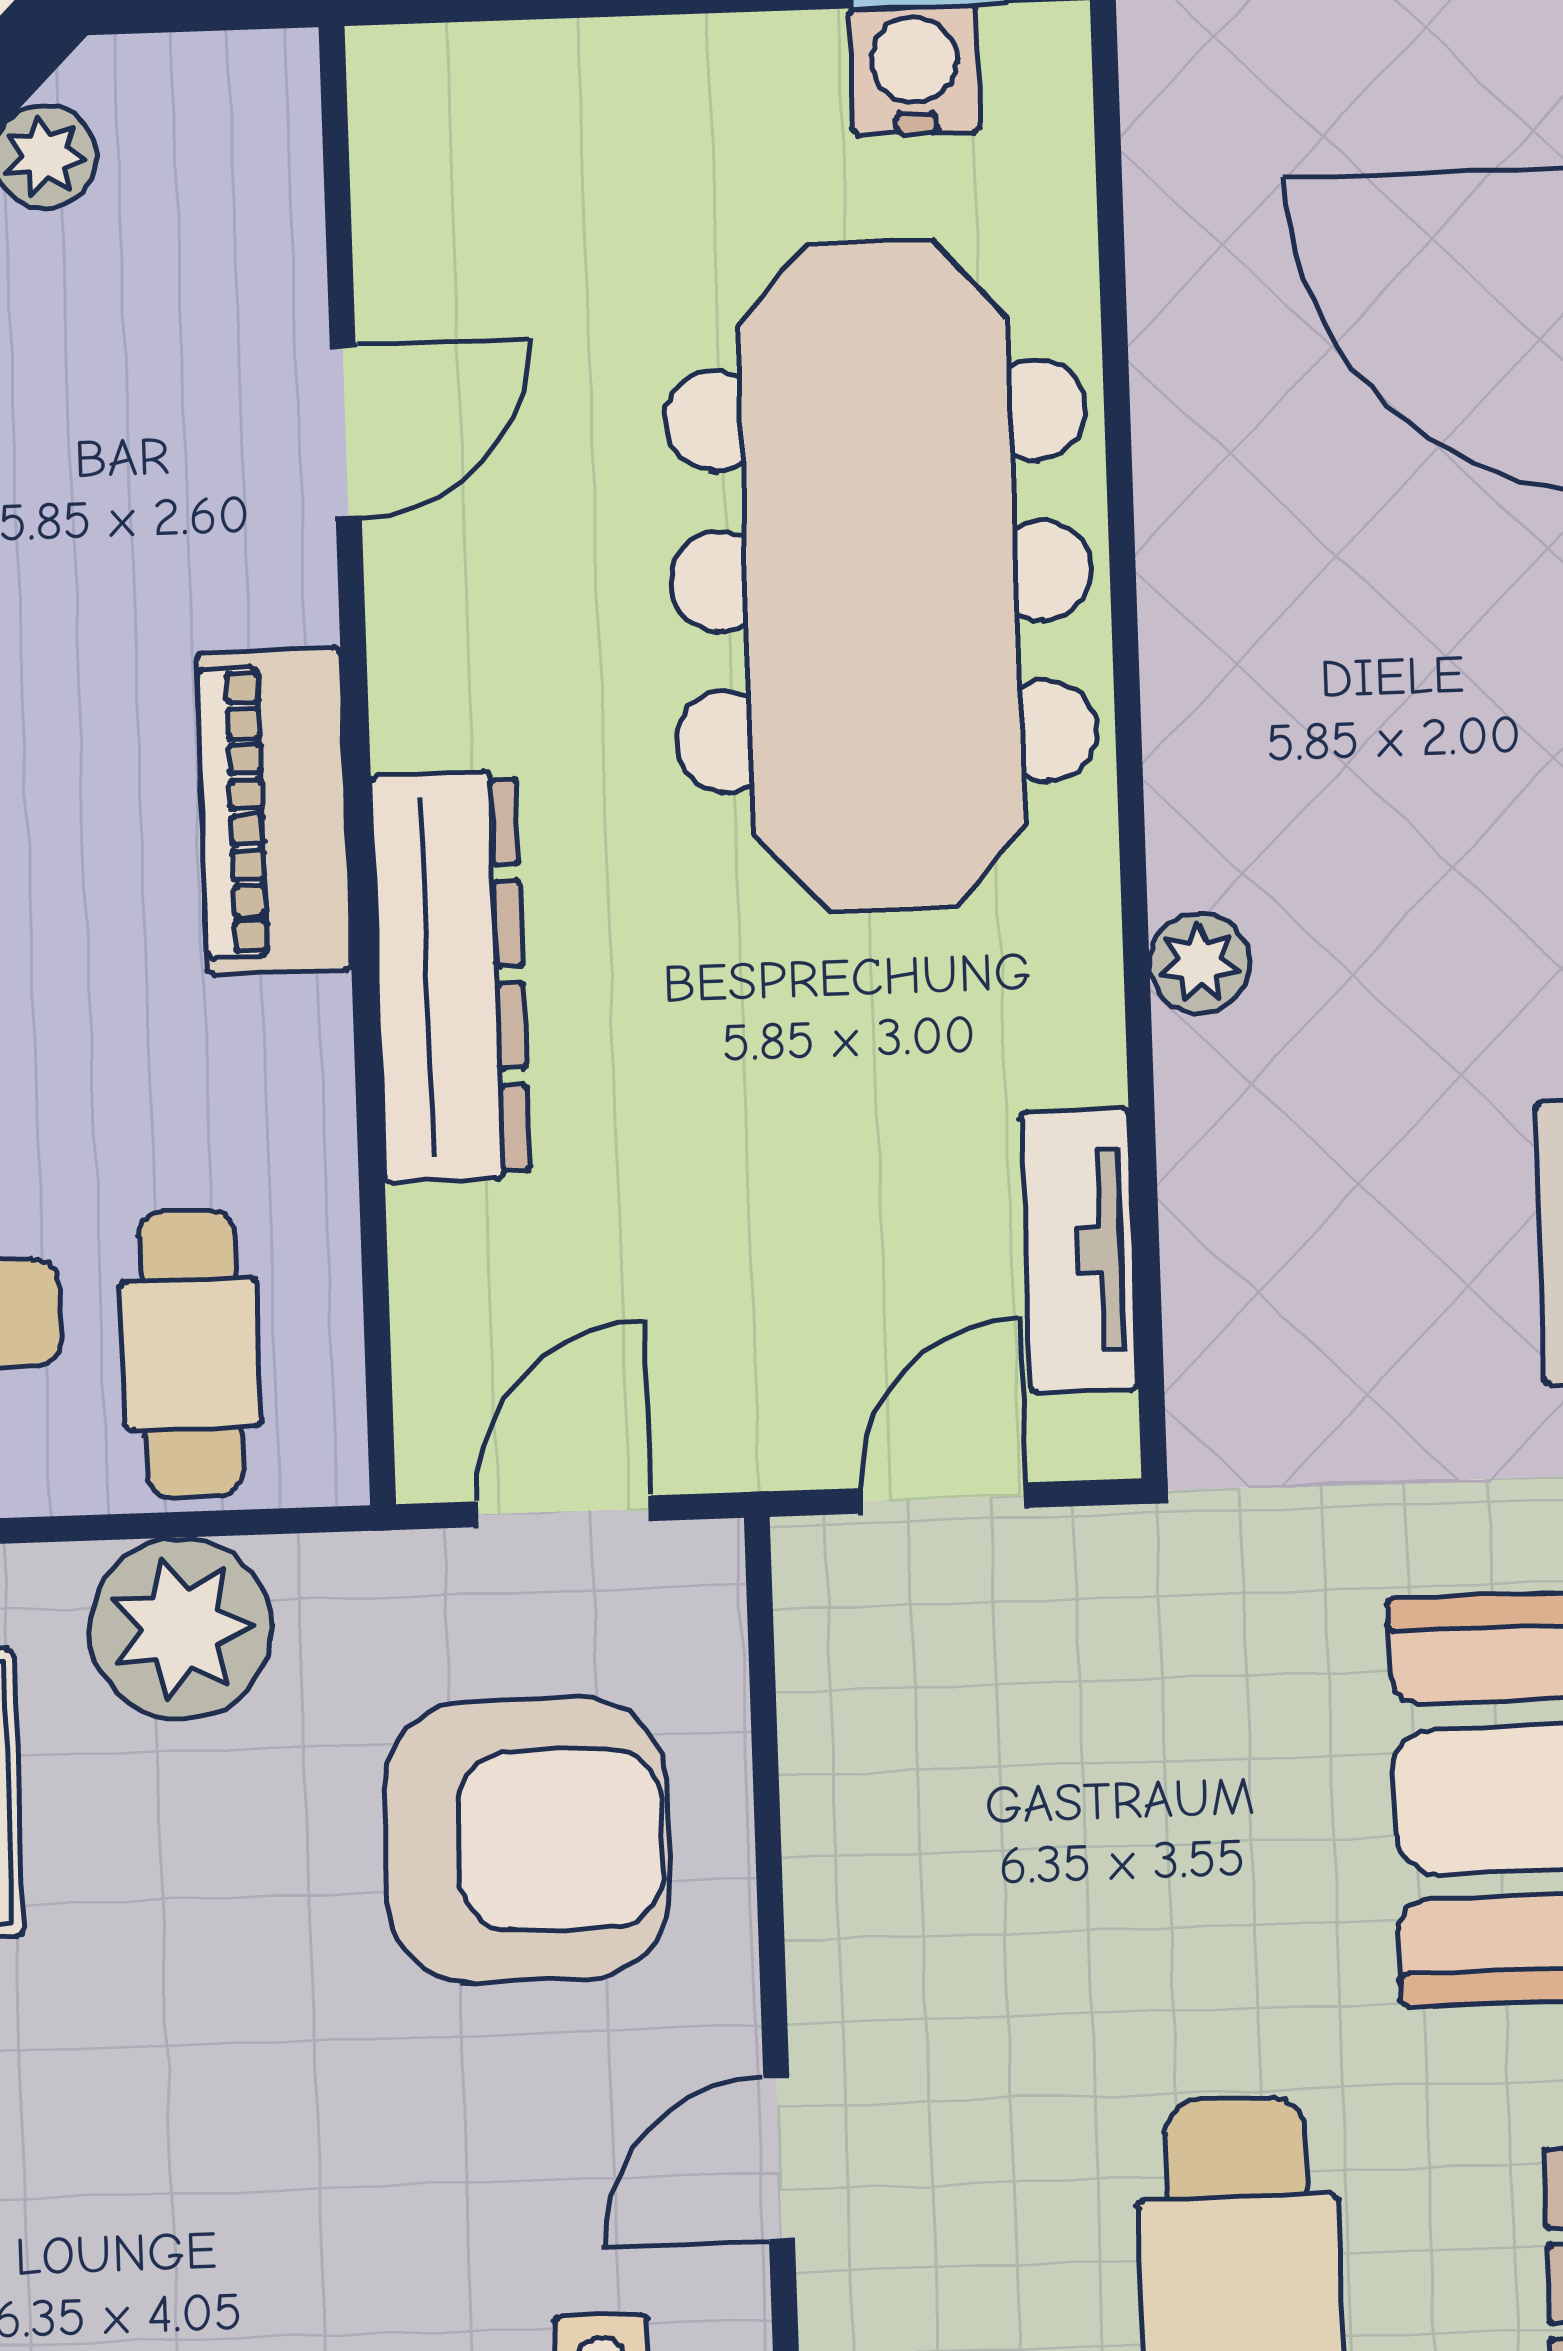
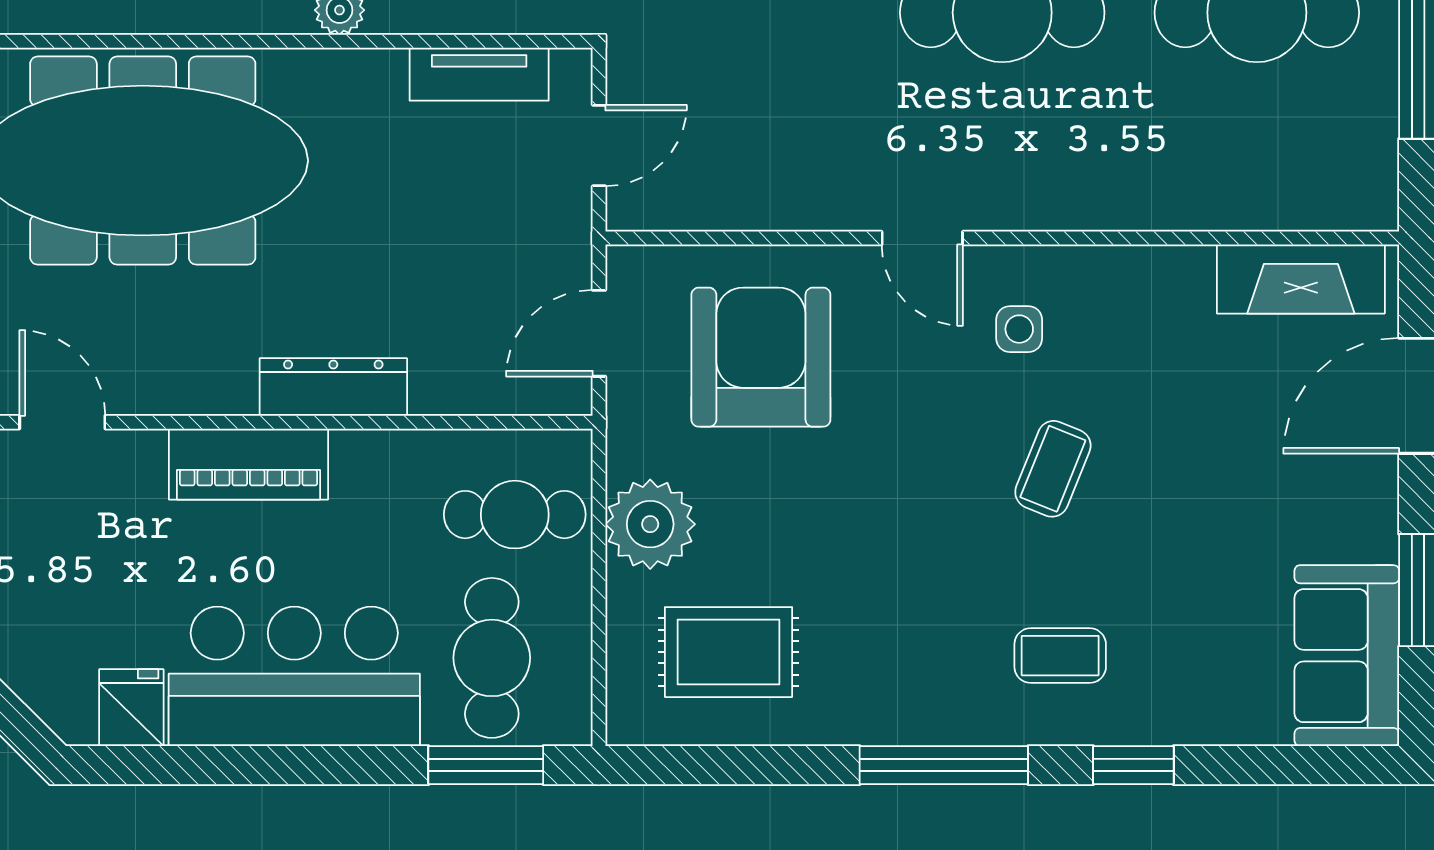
dresser: (450, 977) -> (333, 387), width x0.73, depth x0.80
door: (944, 1498) -> (599, 145), swing flipped
door: (564, 1511) -> (599, 333), hinge flipped

